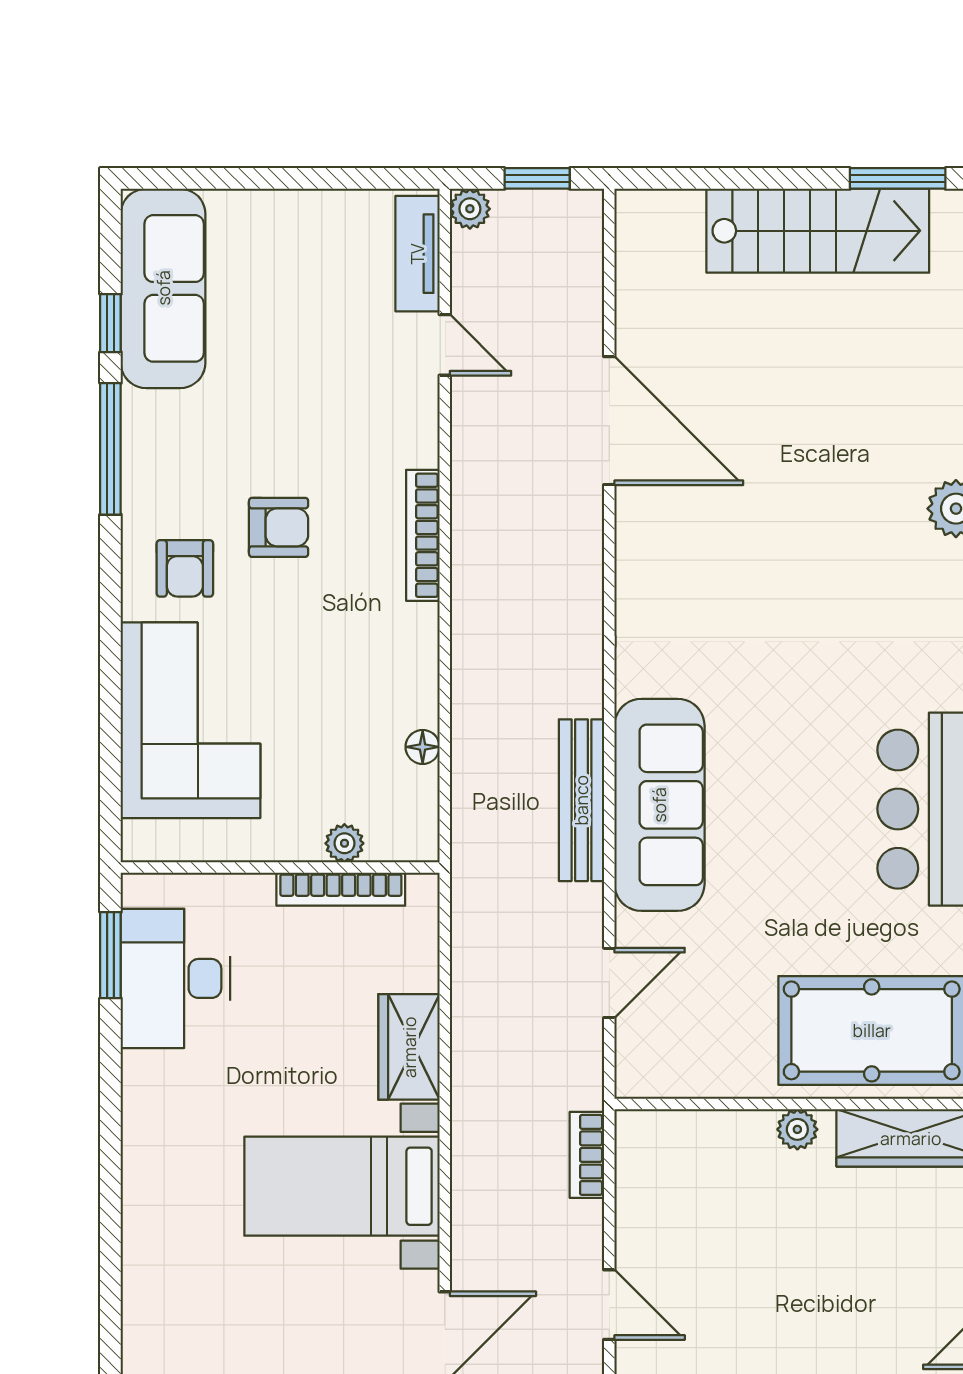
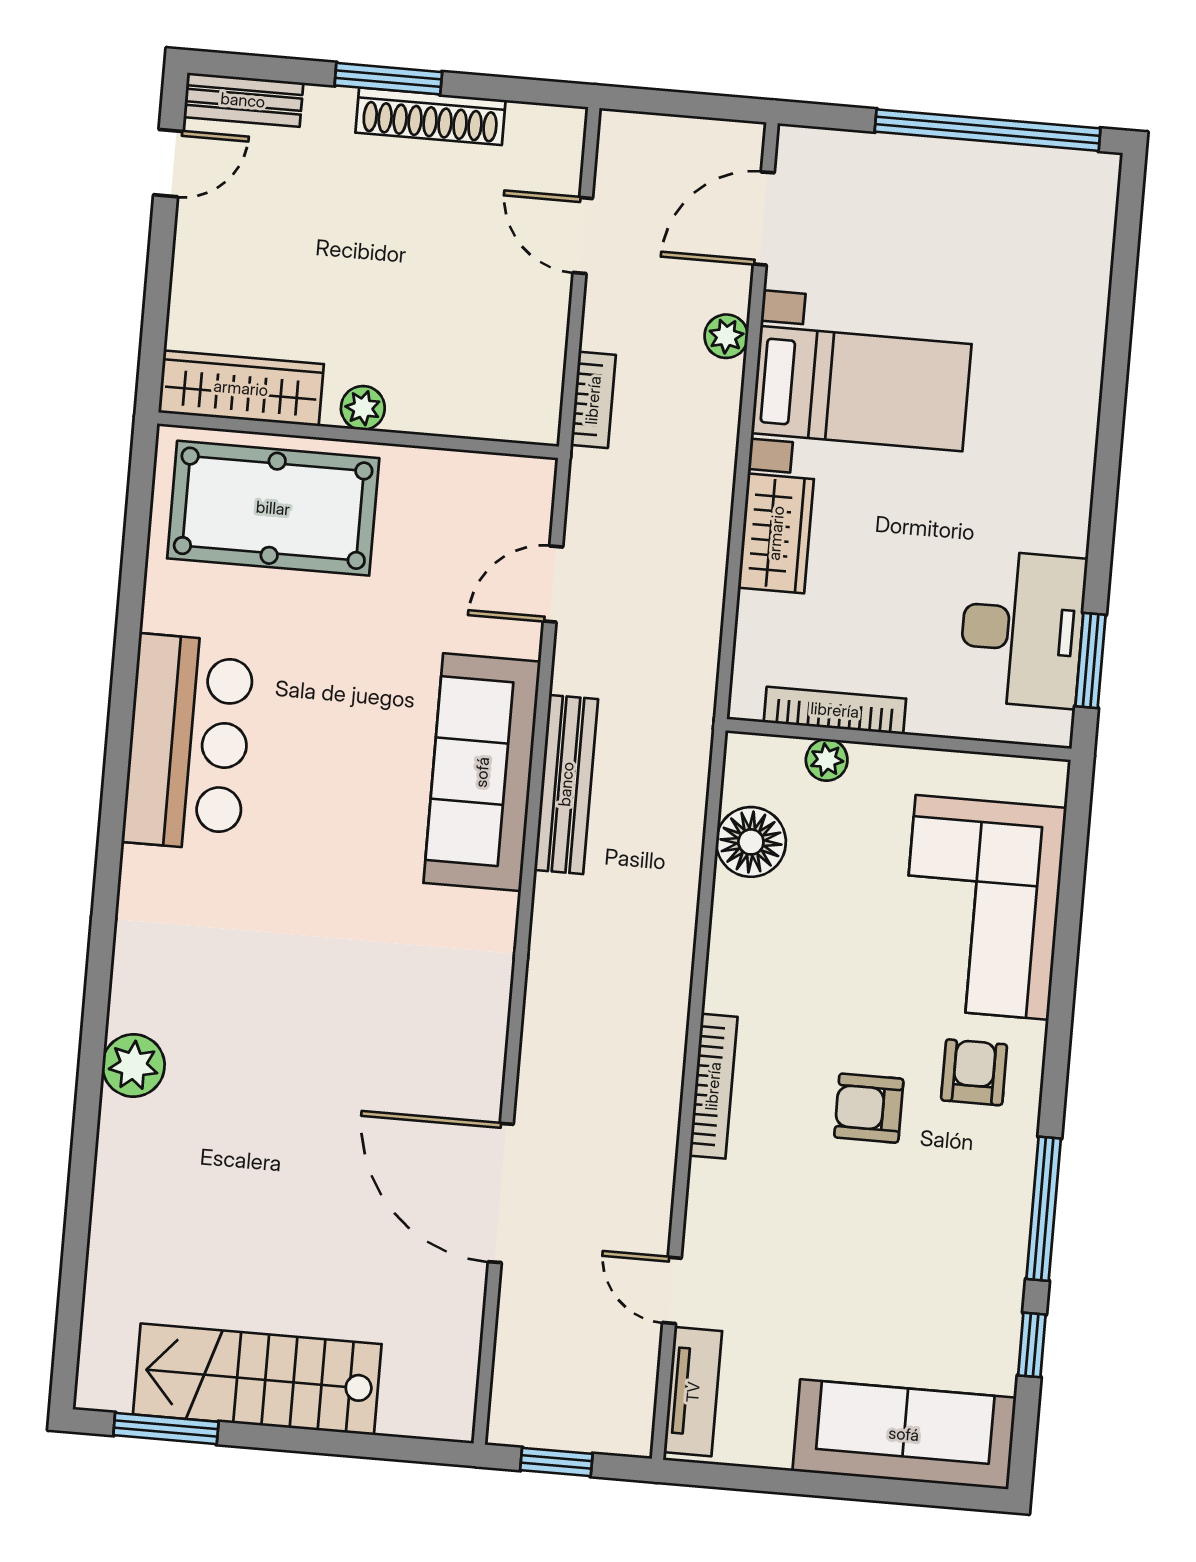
plant: (470, 209) -> (726, 336), moved
sofa: (163, 288) -> (904, 1434), moved, turned 90
floor lamp: (423, 747) -> (751, 842), width x1.89, depth x1.89

